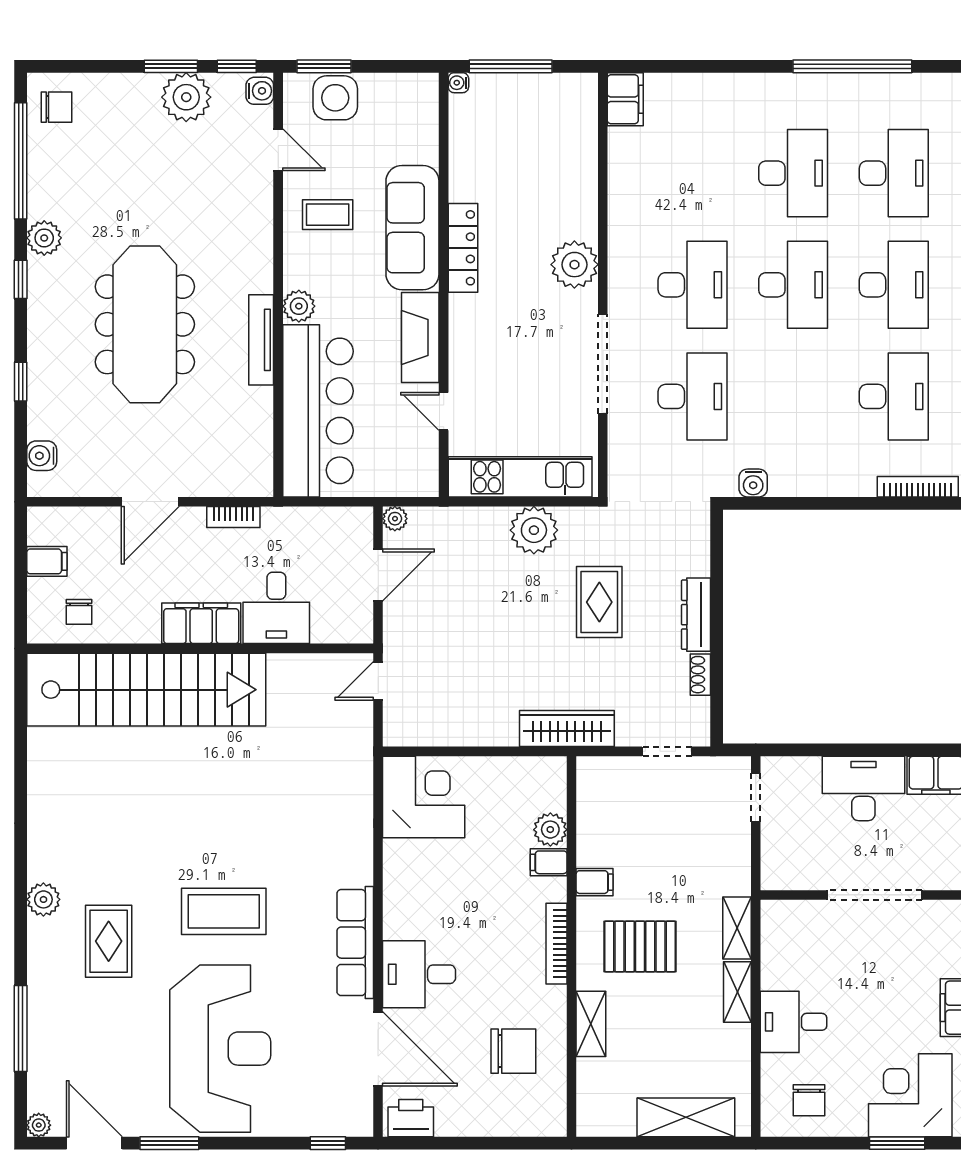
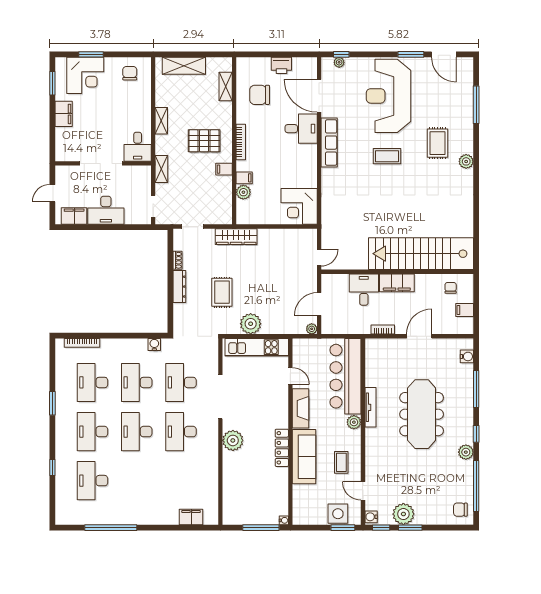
filing cabinet: (625, 99) -> (191, 517), moved, turned 90
desk: (793, 173) -> (137, 382), moved
coffee table: (328, 215) -> (341, 462), turned 90
window: (21, 382) -> (476, 389), width x2.17
coffee table: (224, 911) -> (387, 156), width x0.73, depth x0.76
shelving: (737, 928) -> (161, 169), moved
desk: (794, 1022) -> (138, 147), moved, turned 90
shelving: (591, 1024) -> (226, 86), moved
printer: (411, 1118) -> (281, 65), moved
plant: (39, 1125) -> (339, 62), moved

